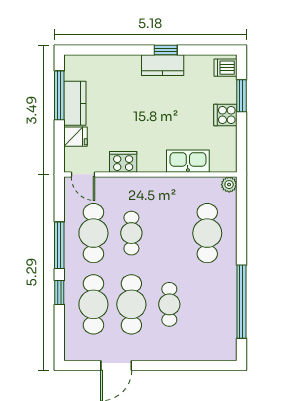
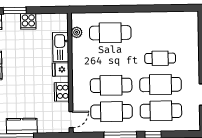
fridge: (75, 137) -> (61, 69), moved, turned -90
plant: (229, 185) -> (77, 32), moved
cafe table: (131, 233) -> (111, 85), width x1.37, depth x1.35
window: (241, 302) -> (157, 8), removed

